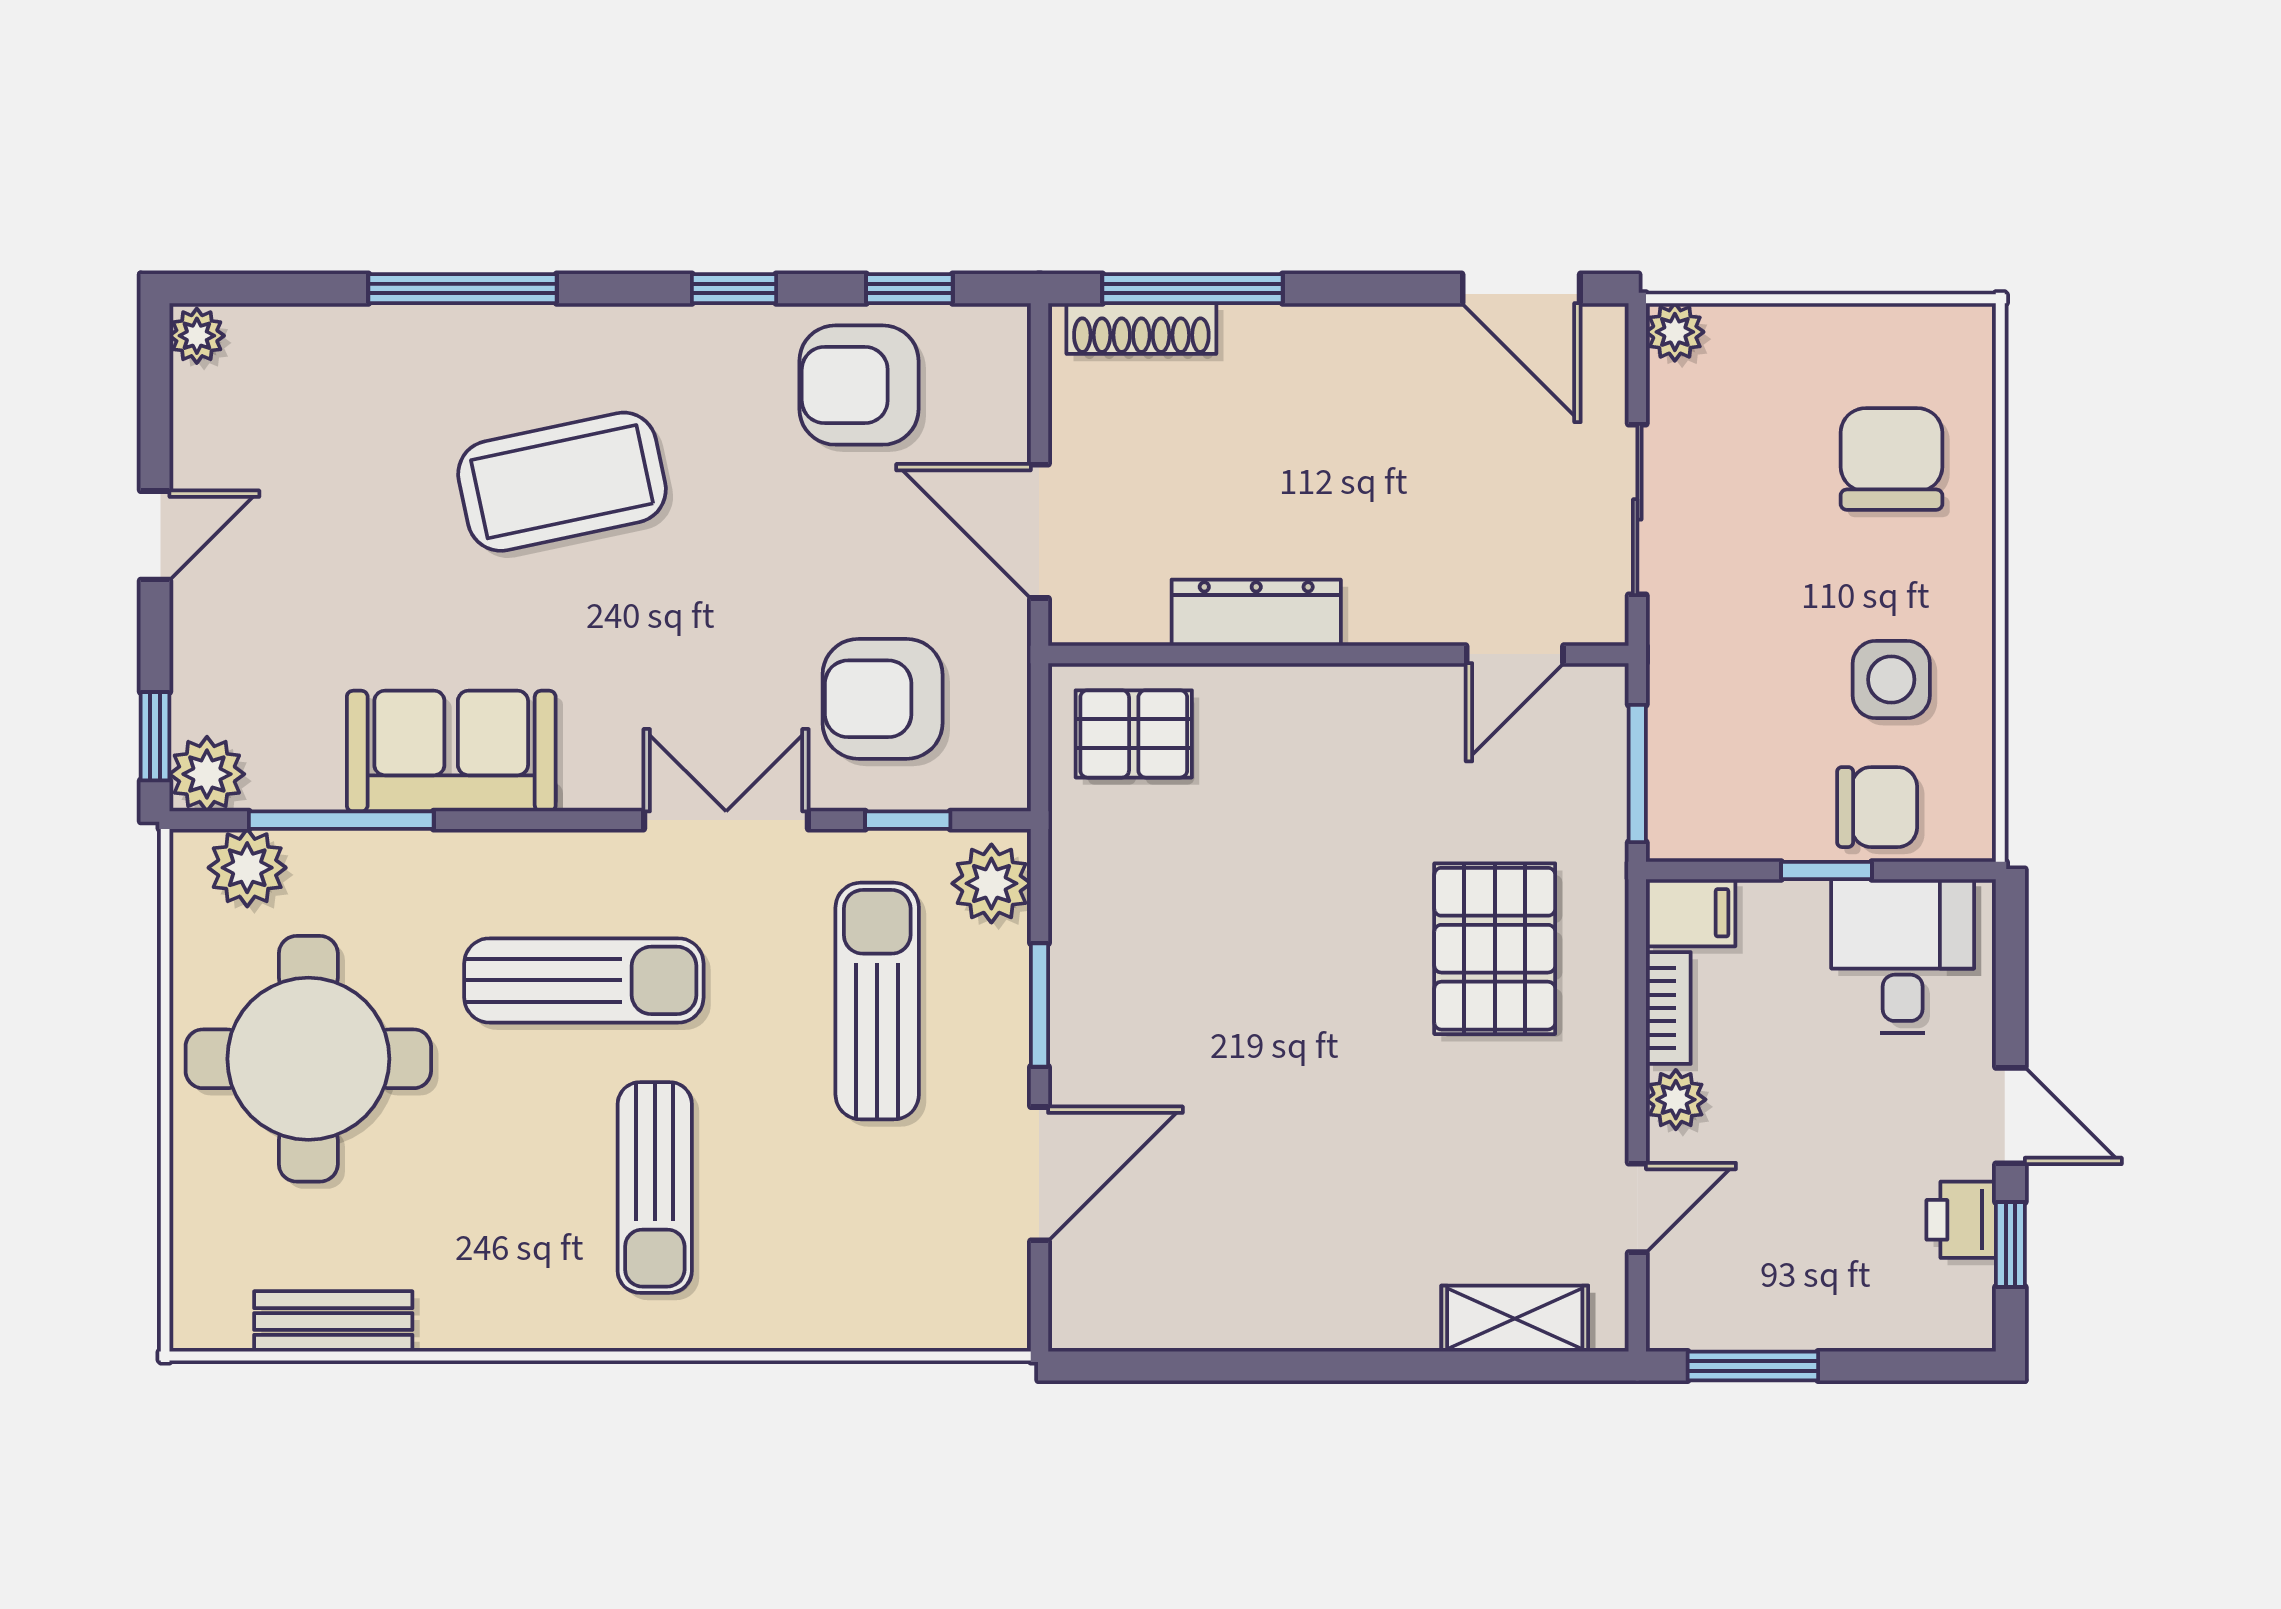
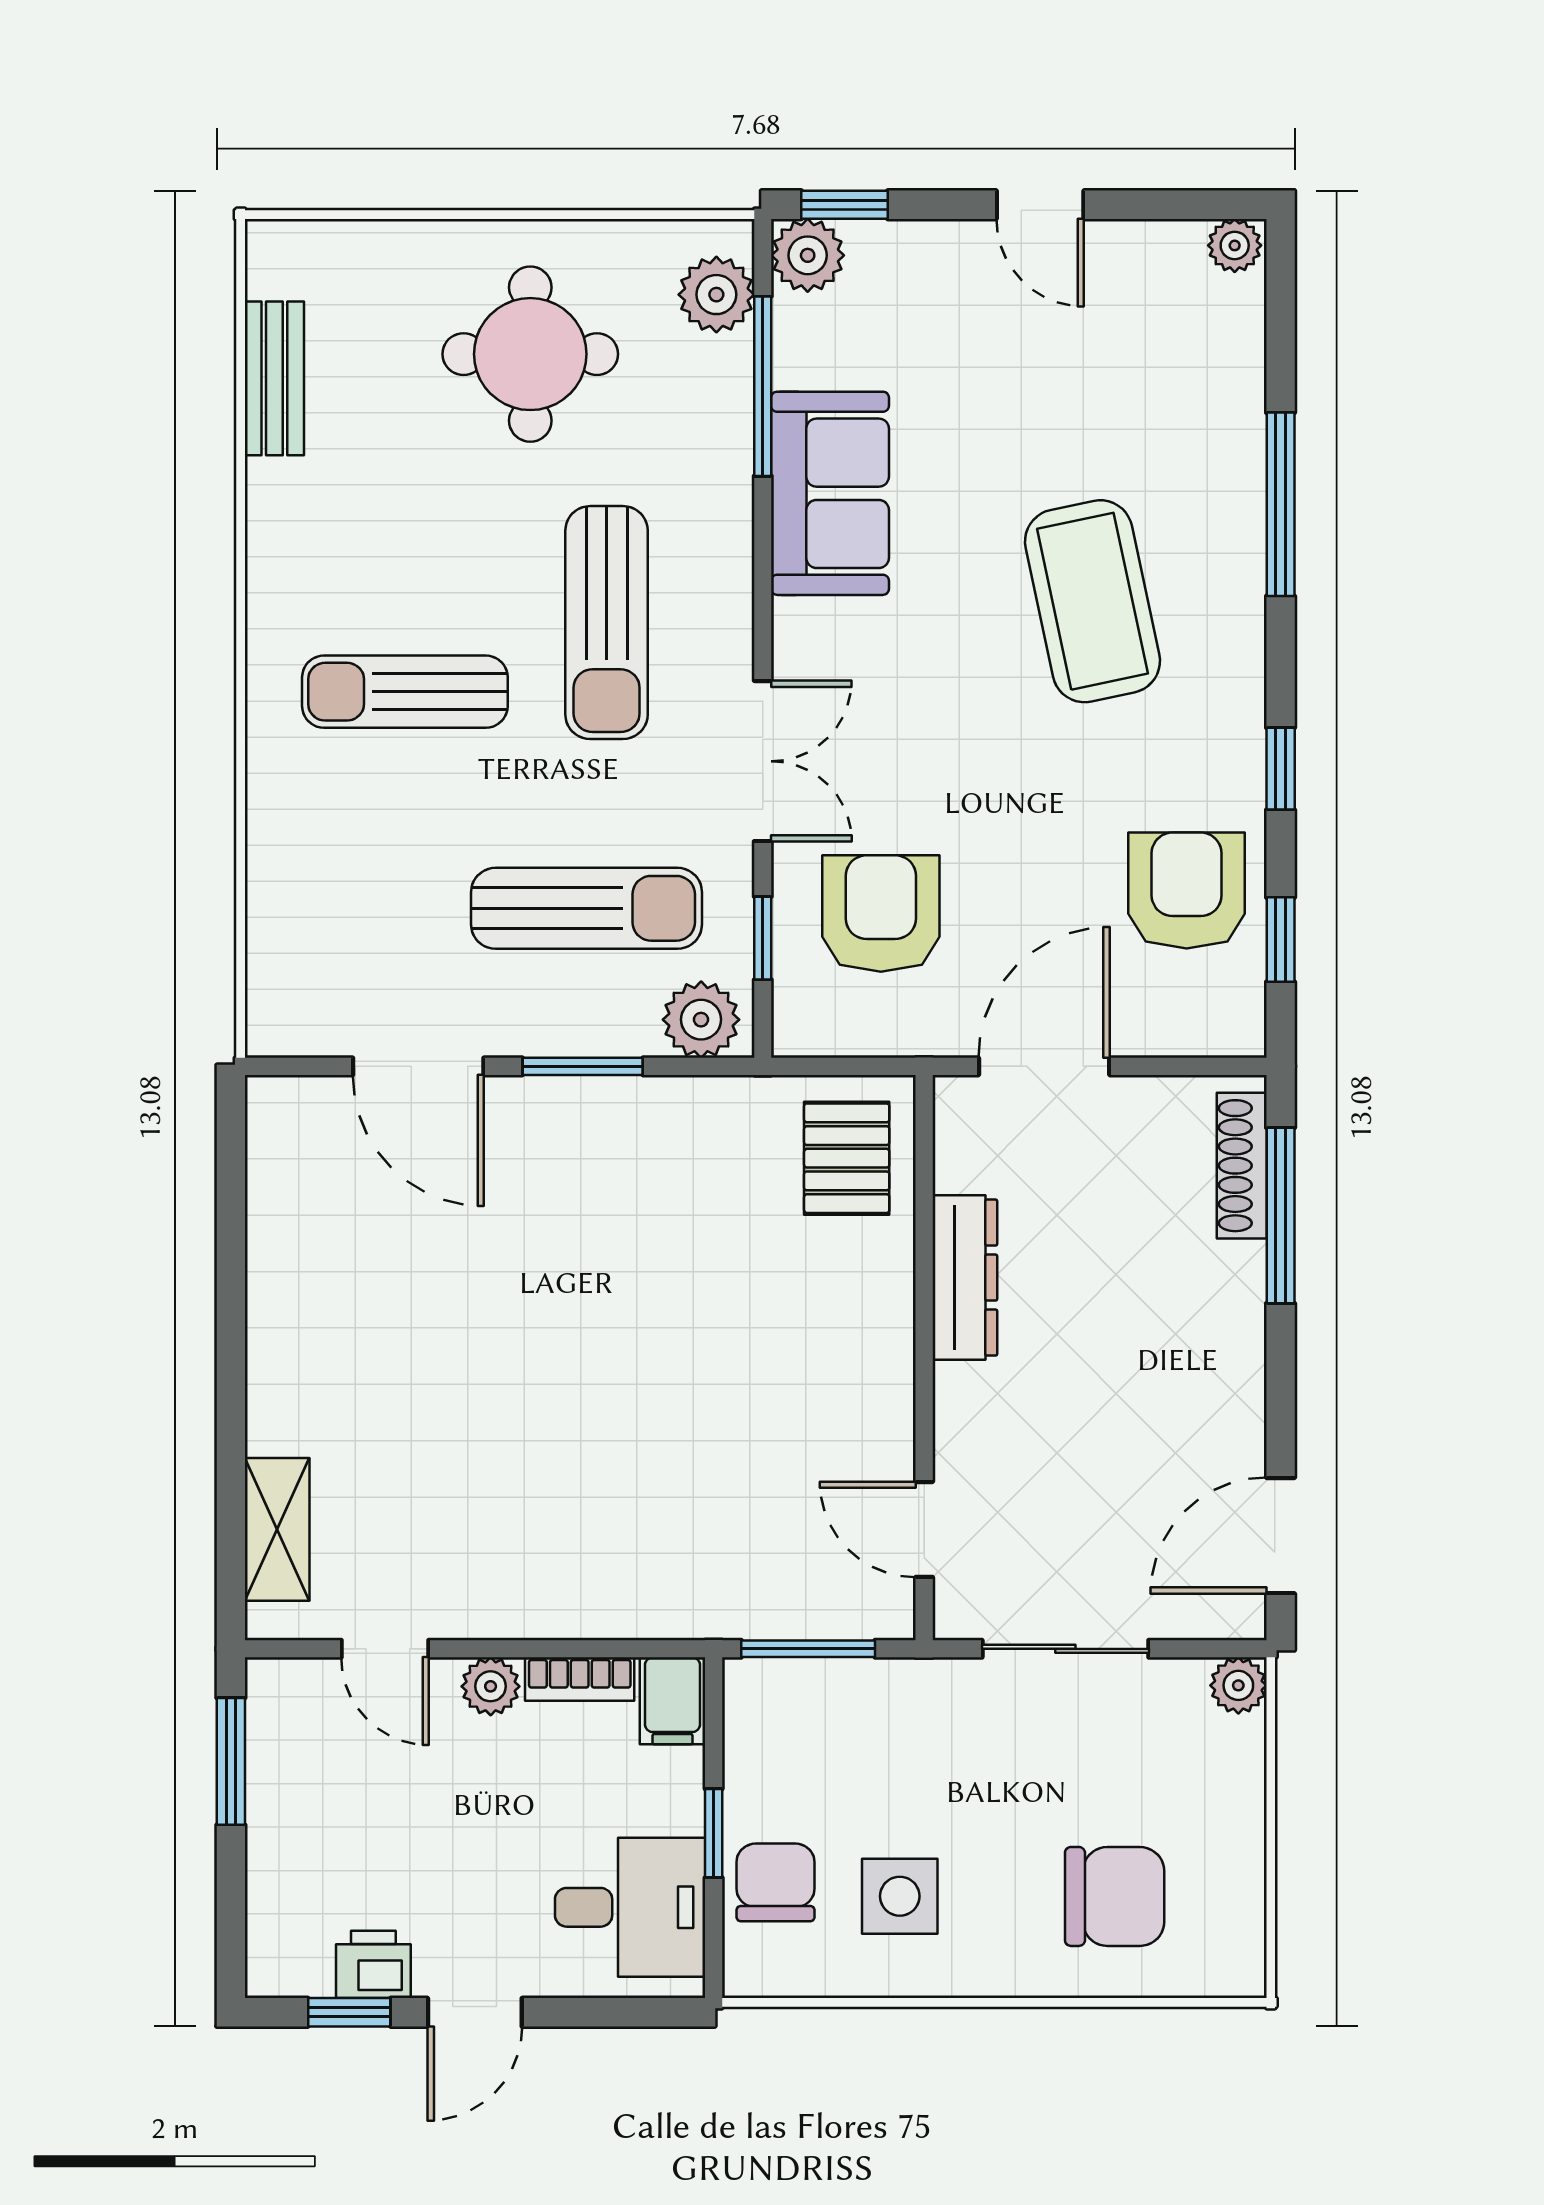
chair: (1877, 807) -> (776, 1882), turned 180
pallet: (1495, 949) -> (638, 1510), removed
round table: (308, 1059) -> (530, 354), width x0.73, depth x0.73

